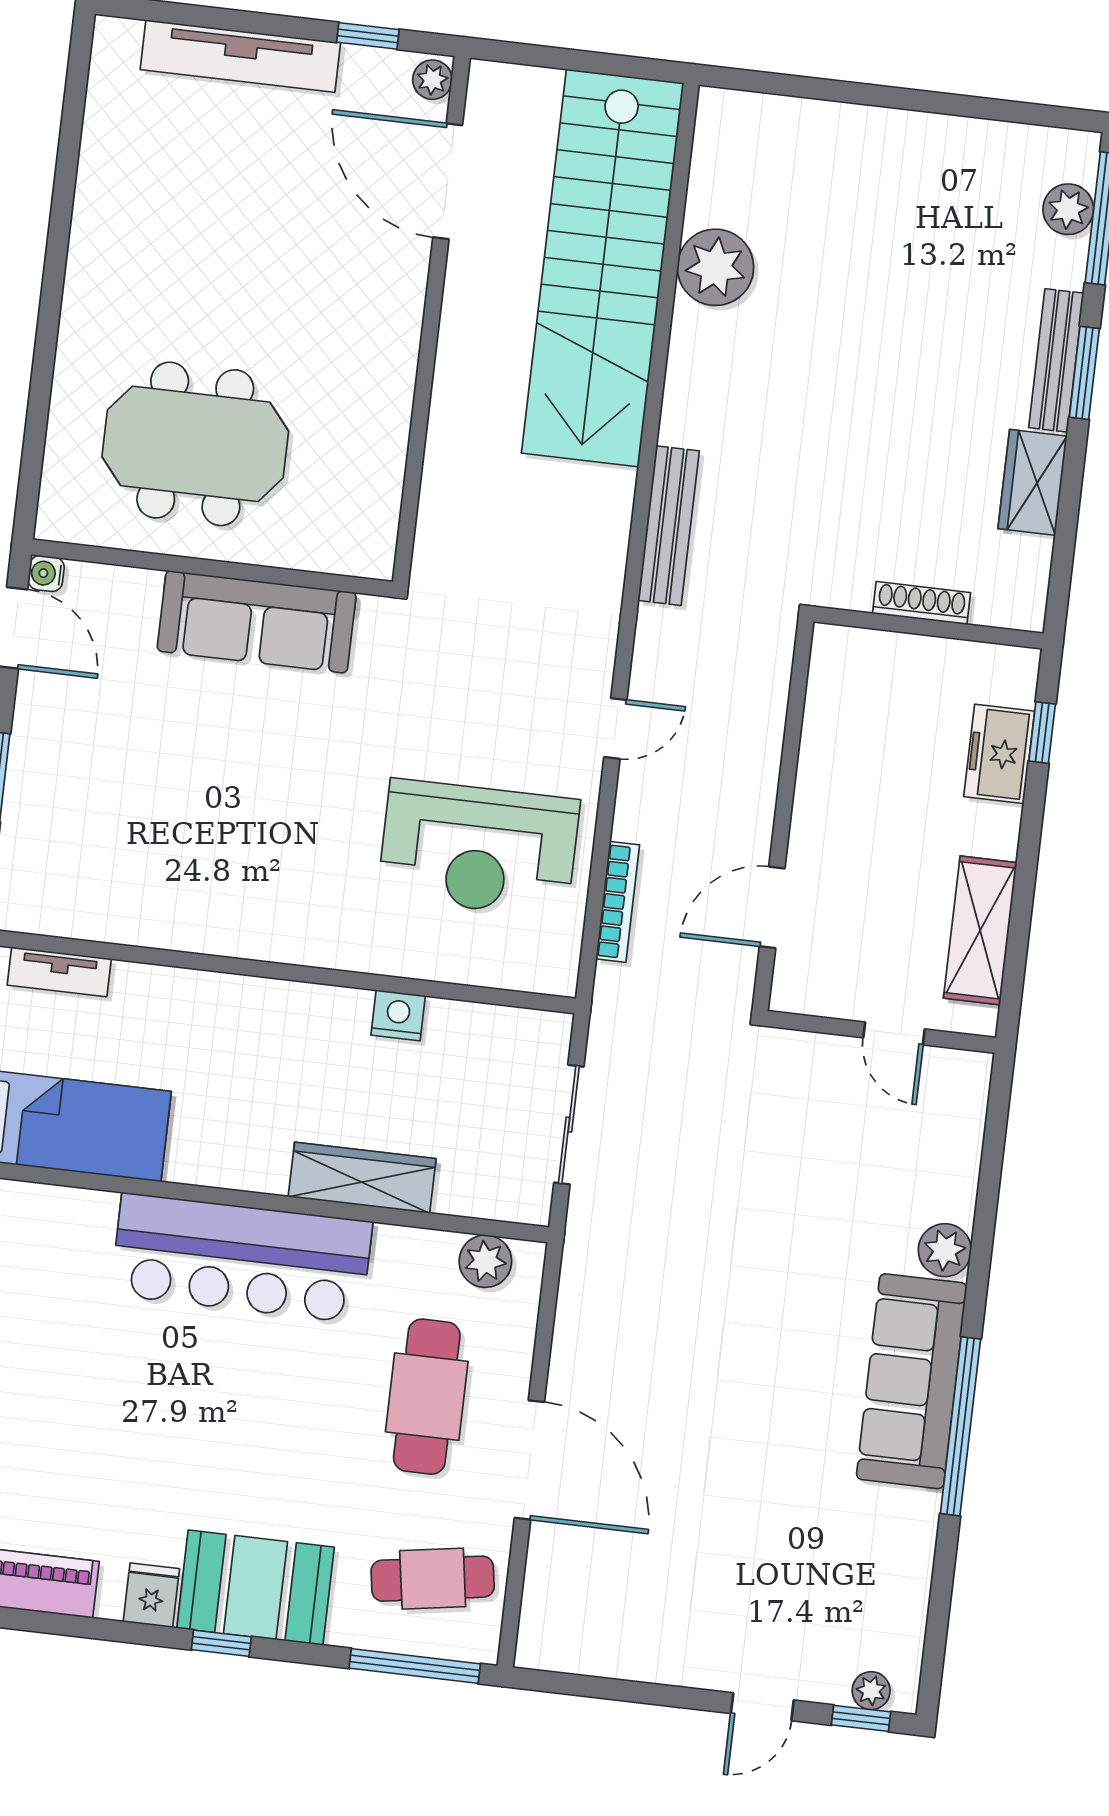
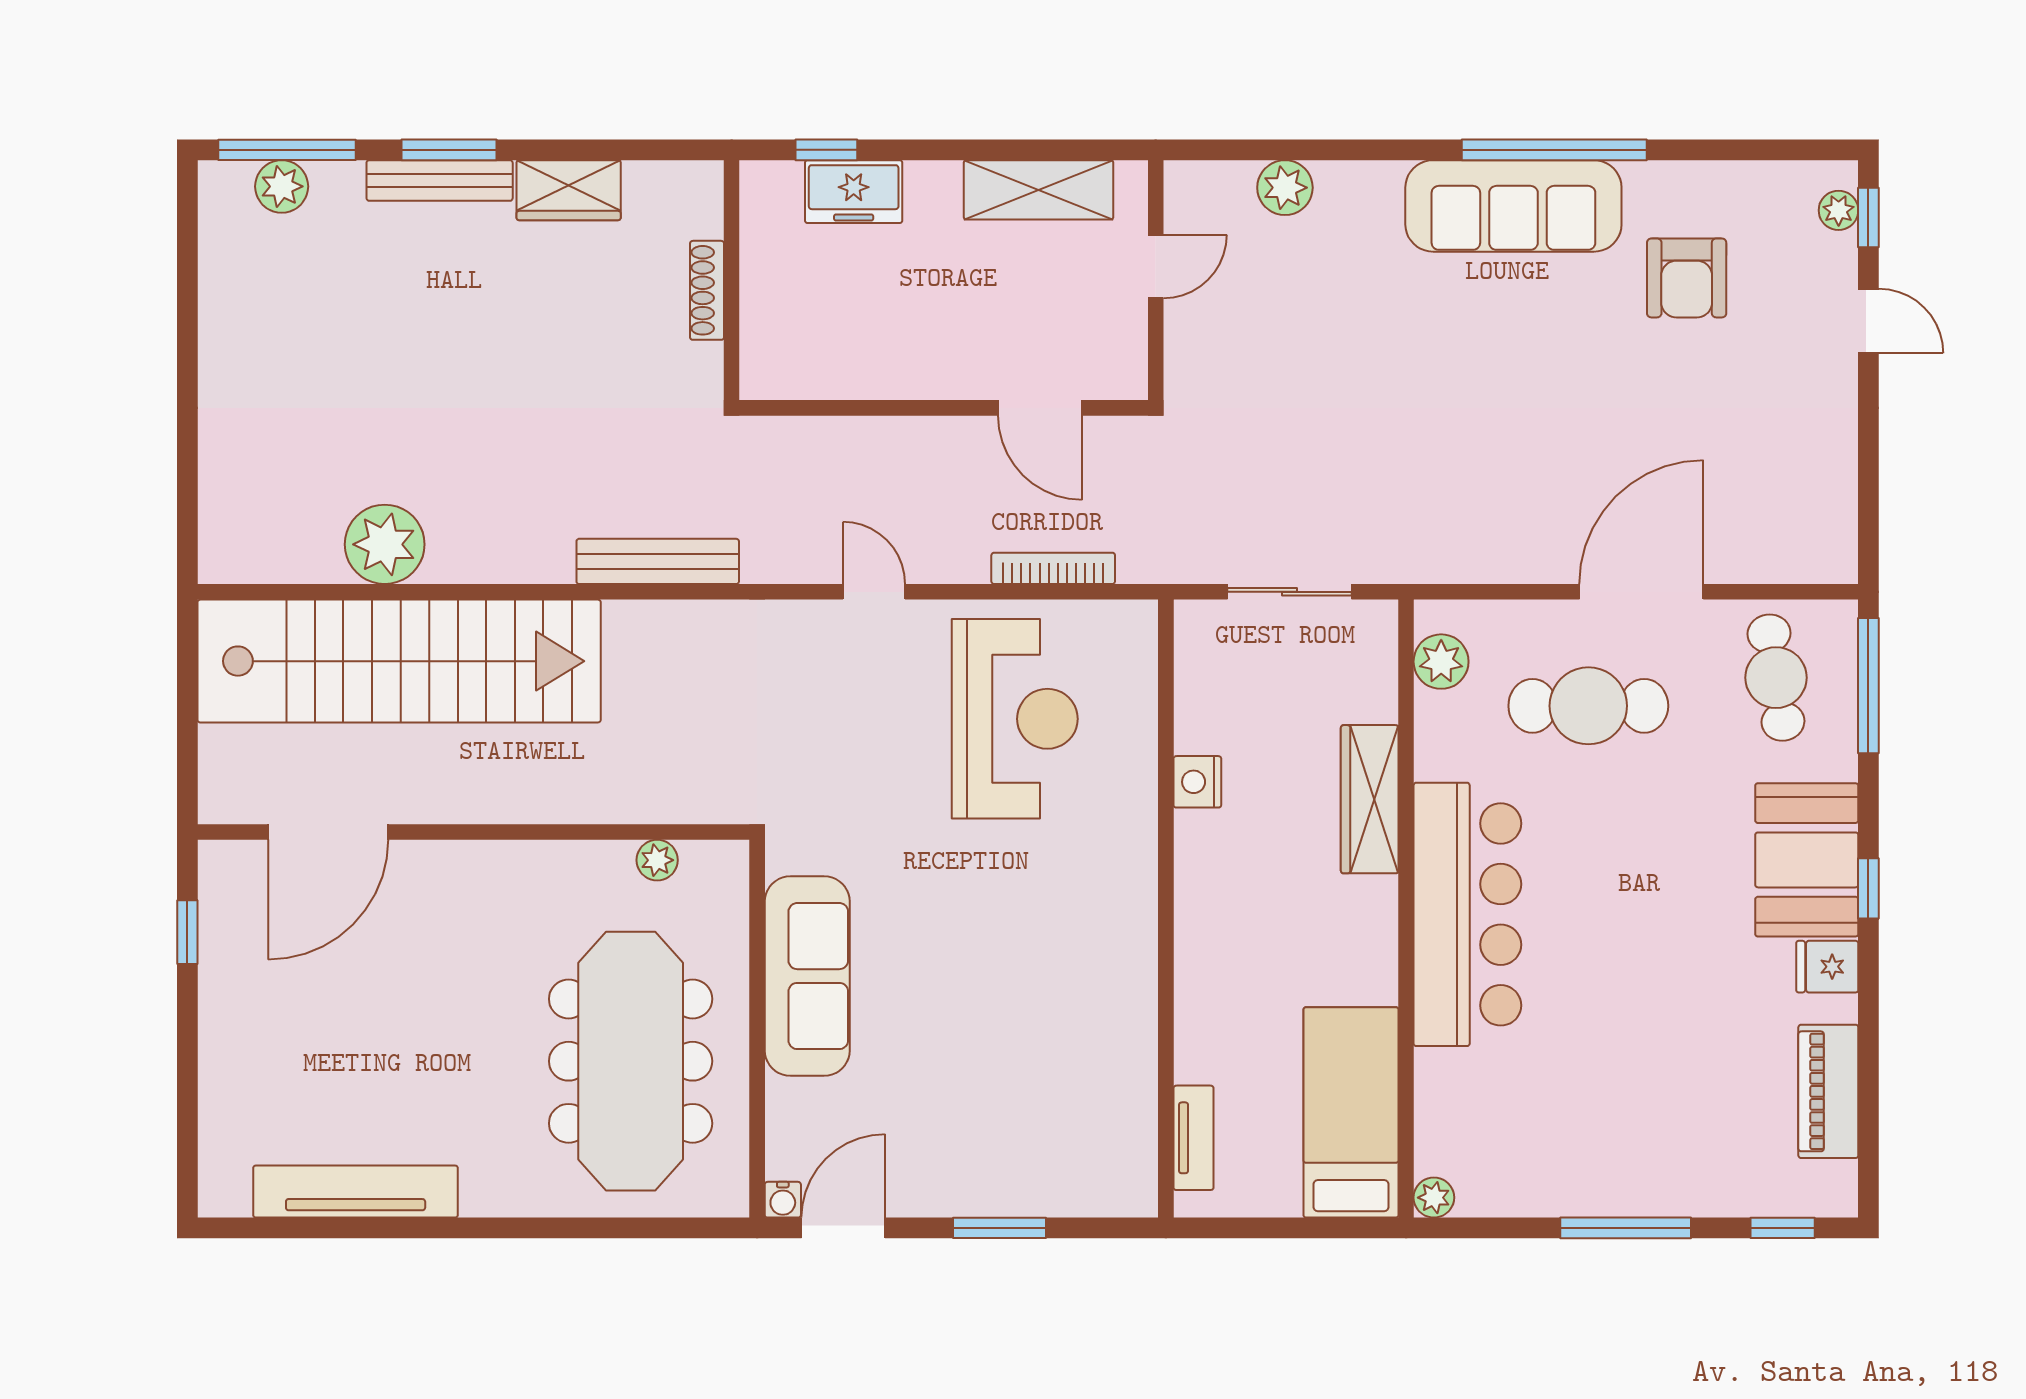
tv unit: (240, 56) -> (356, 1192), moved, turned -90
plant: (432, 80) -> (657, 860), moved
meeting table: (195, 444) -> (631, 1061), width x1.36
plant: (945, 1250) -> (1285, 188), moved
armchair: (824, 1538) -> (1687, 278), added

